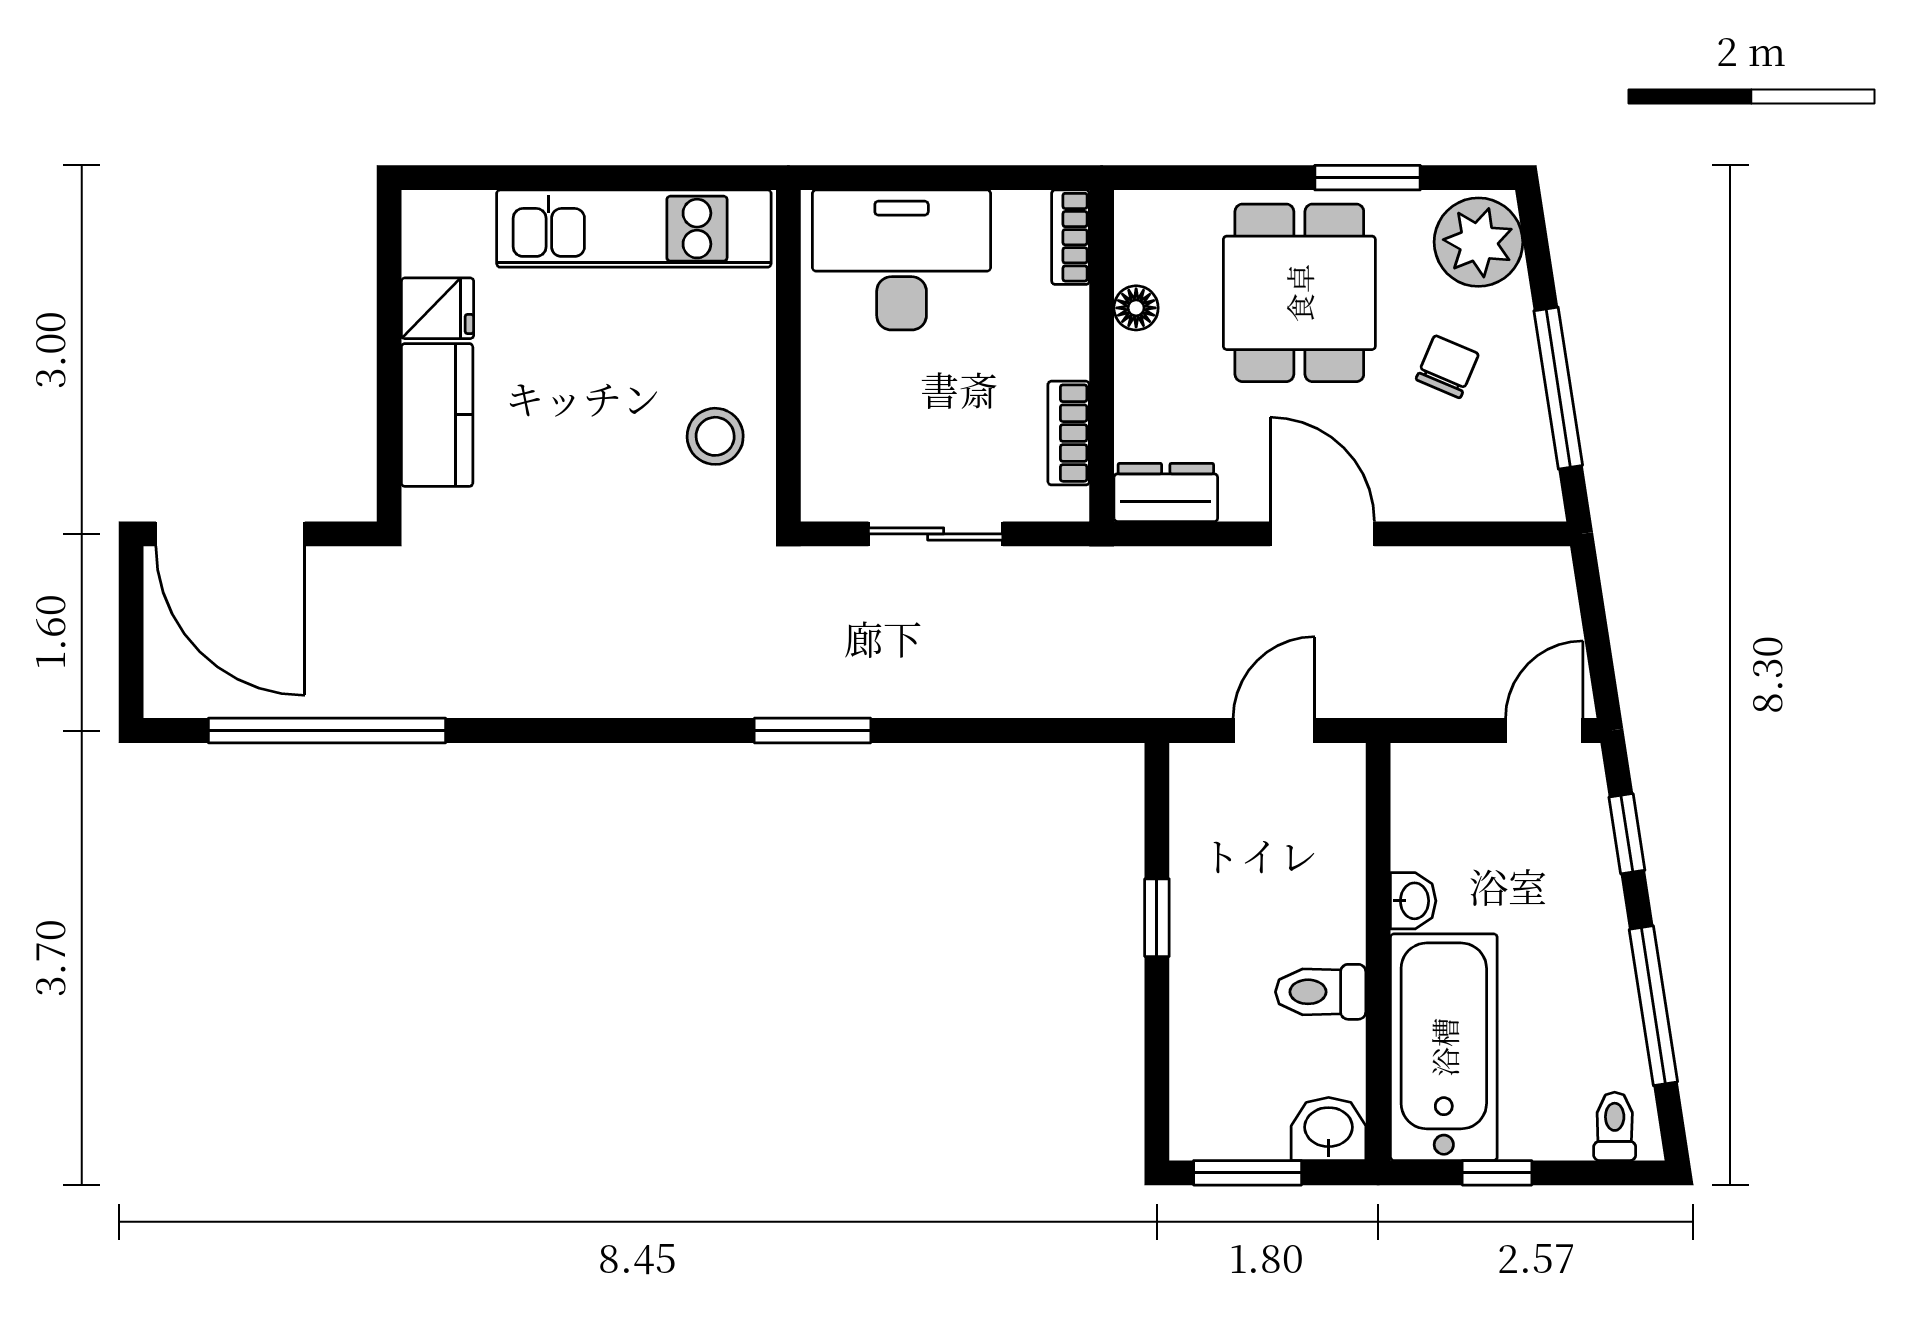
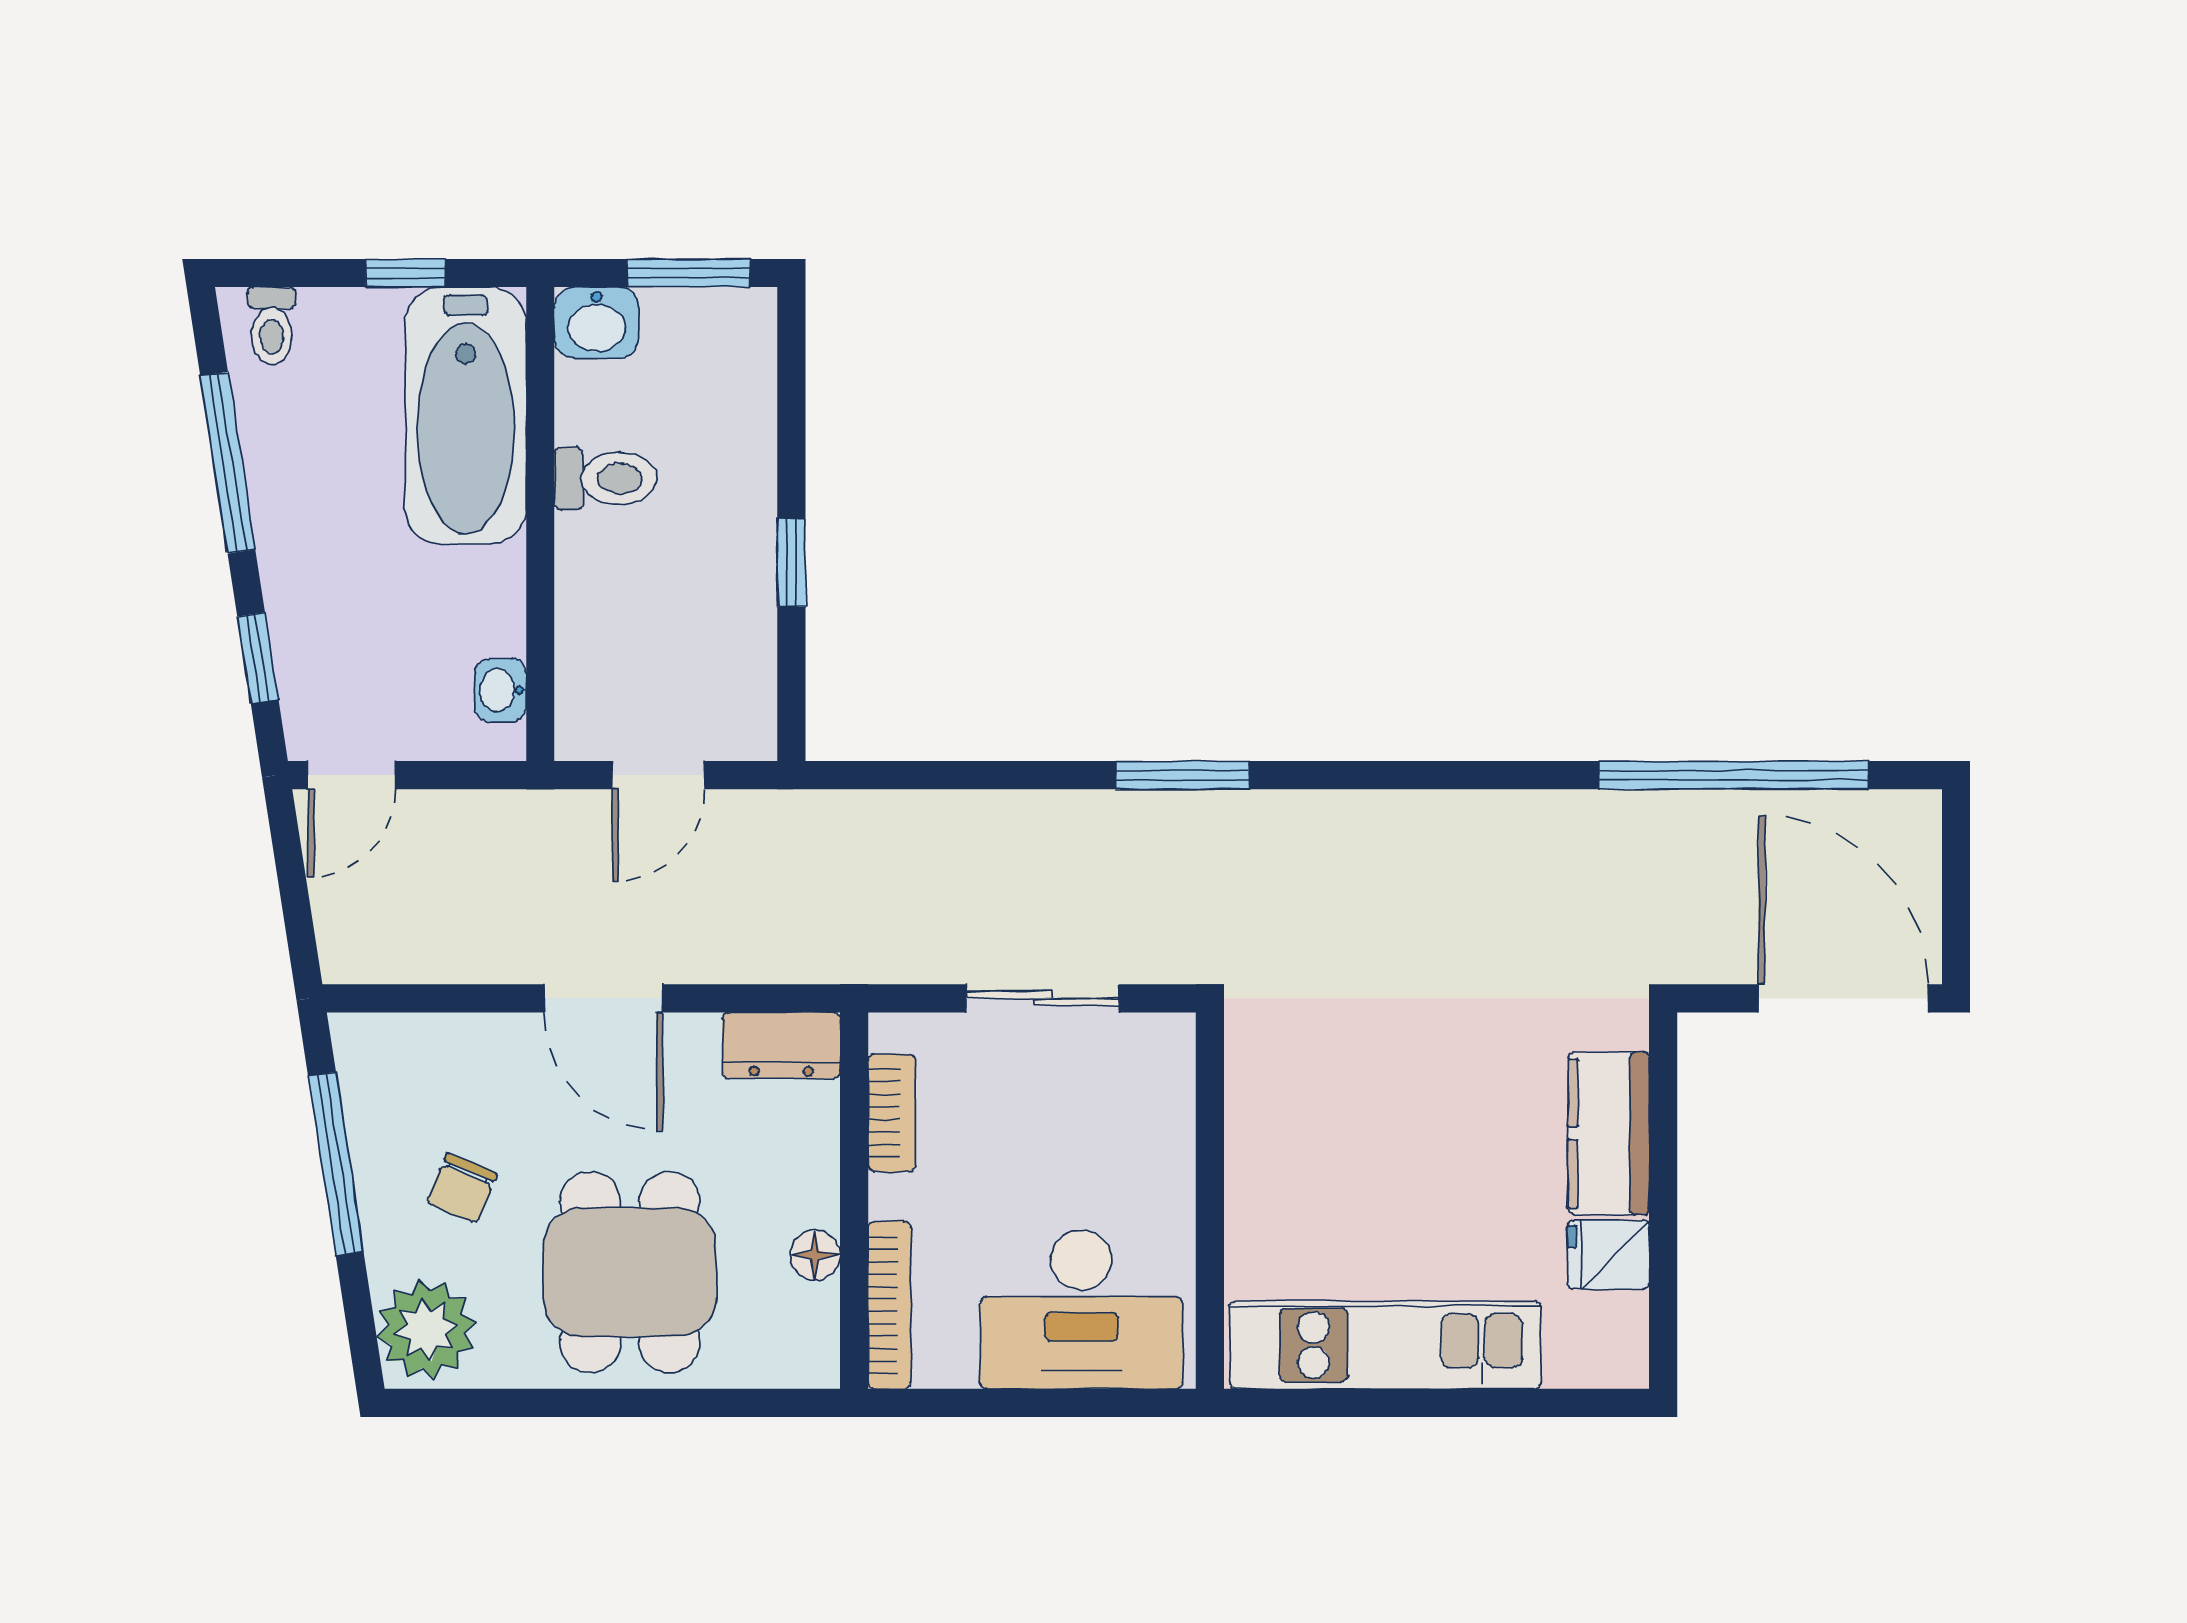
window: (1367, 178) -> (552, 1403), removed
bookcase: (1070, 237) -> (890, 1305), width x1.56
stool: (715, 436) -> (1293, 1109), removed
washbasin: (1413, 901) -> (501, 690), moved

